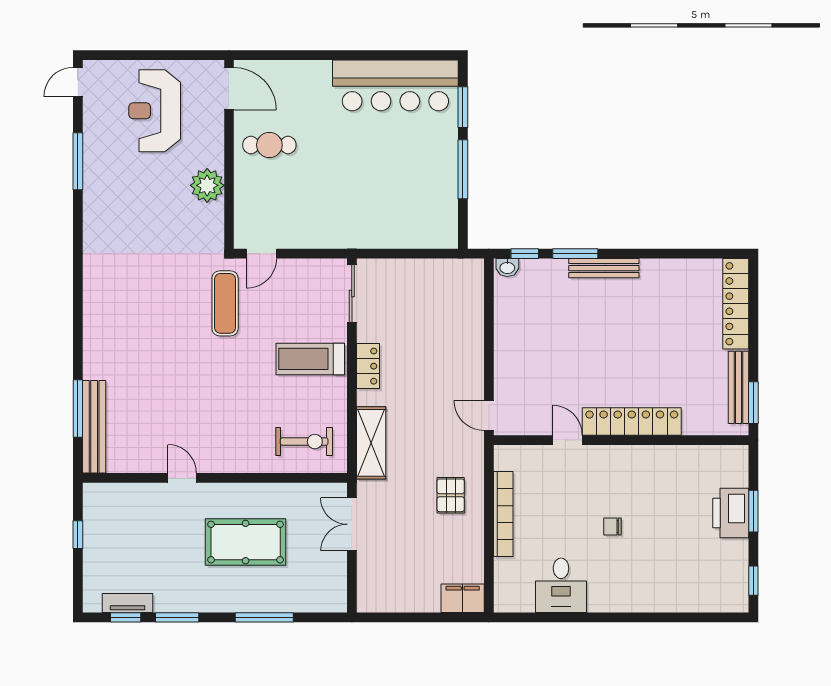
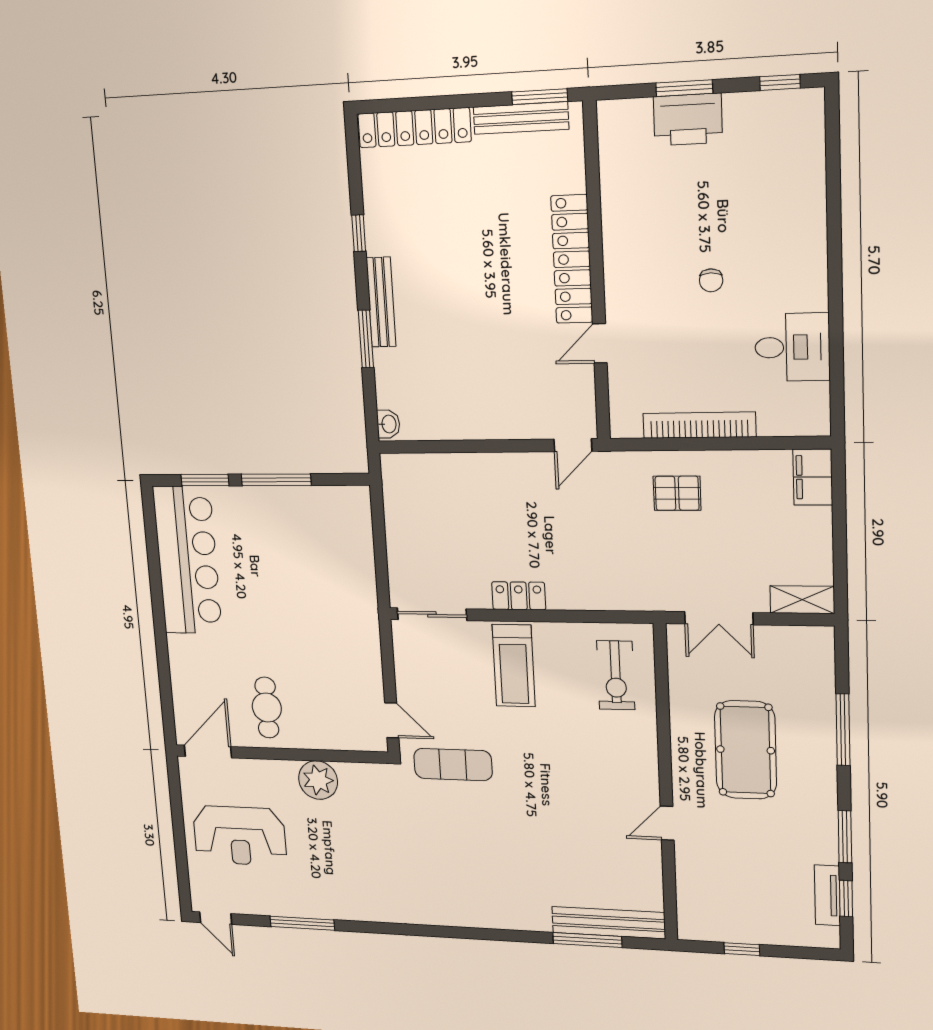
window: (525, 254) -> (359, 233), moved
exercise bike: (304, 442) -> (616, 675), turned 180
shelving: (371, 443) -> (802, 600), moved, width x0.67, depth x0.75

